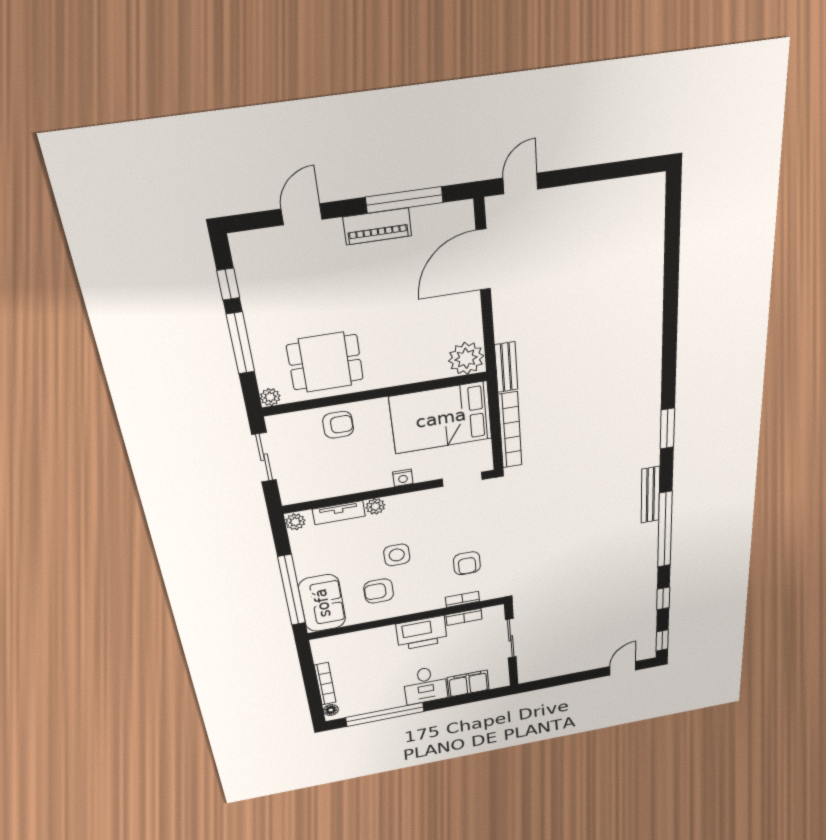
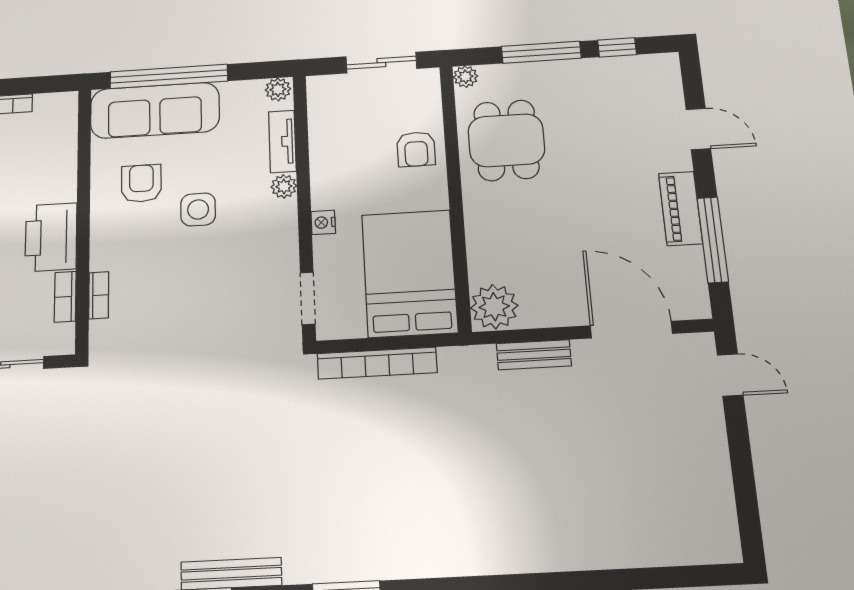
bench: (506, 367) -> (534, 355), moved
armchair: (467, 563) -> (163, 303), removed
sofa: (322, 603) -> (155, 110), width x1.36

